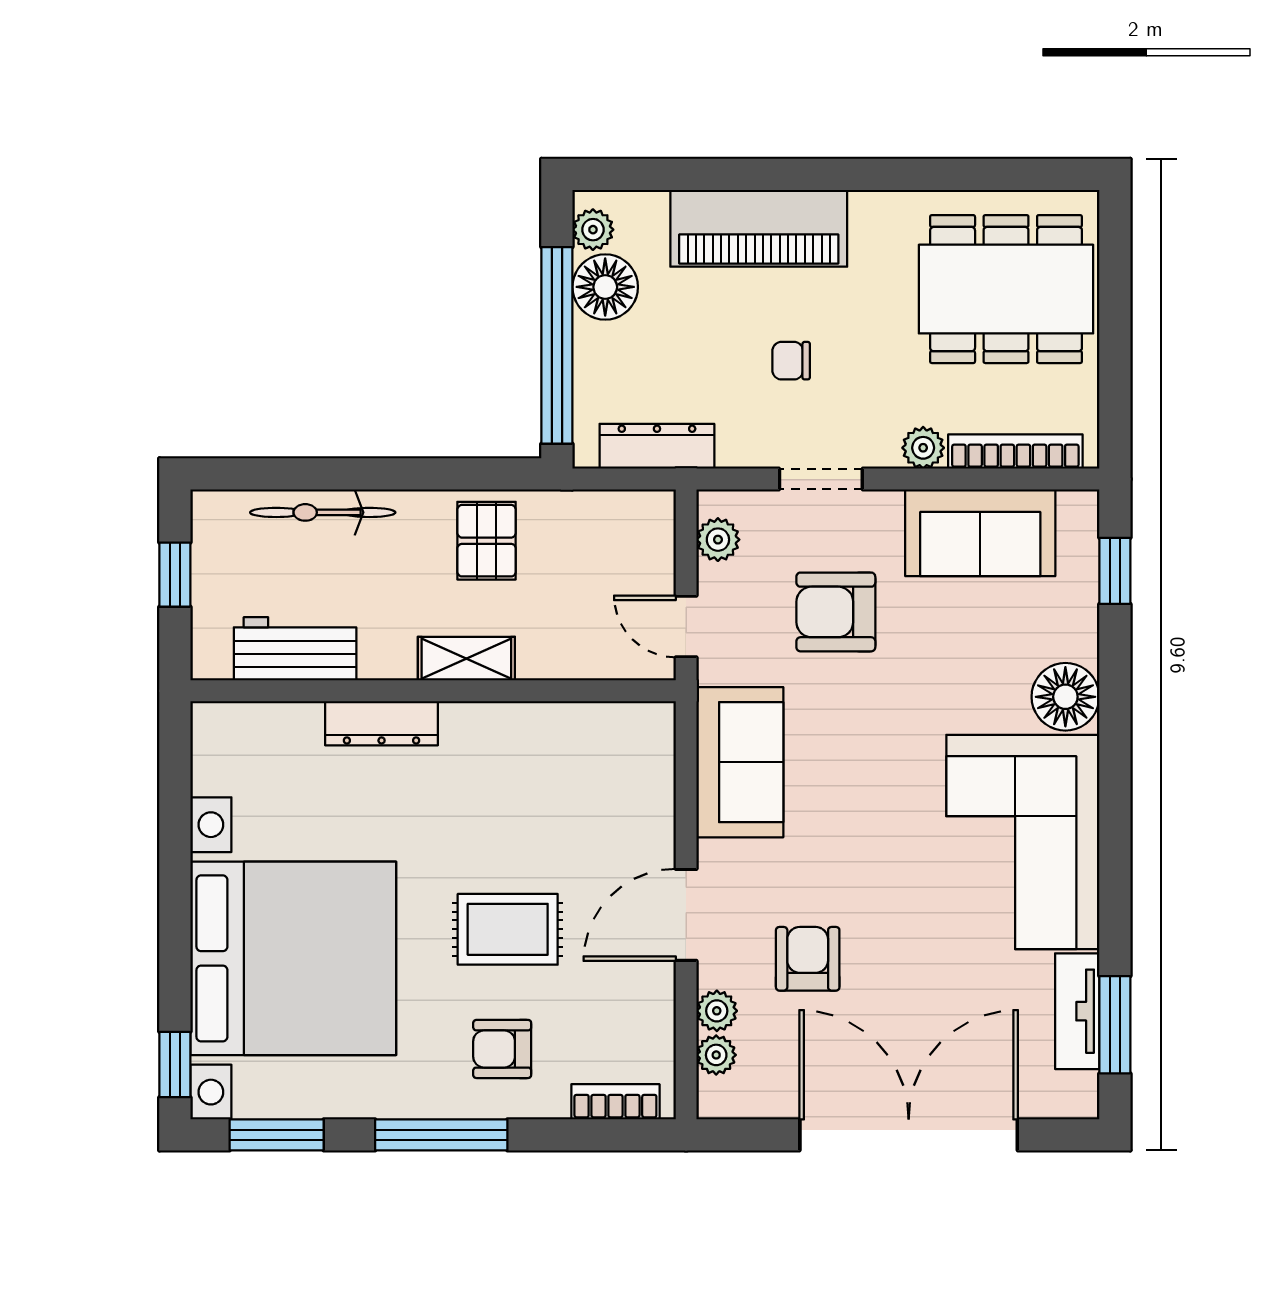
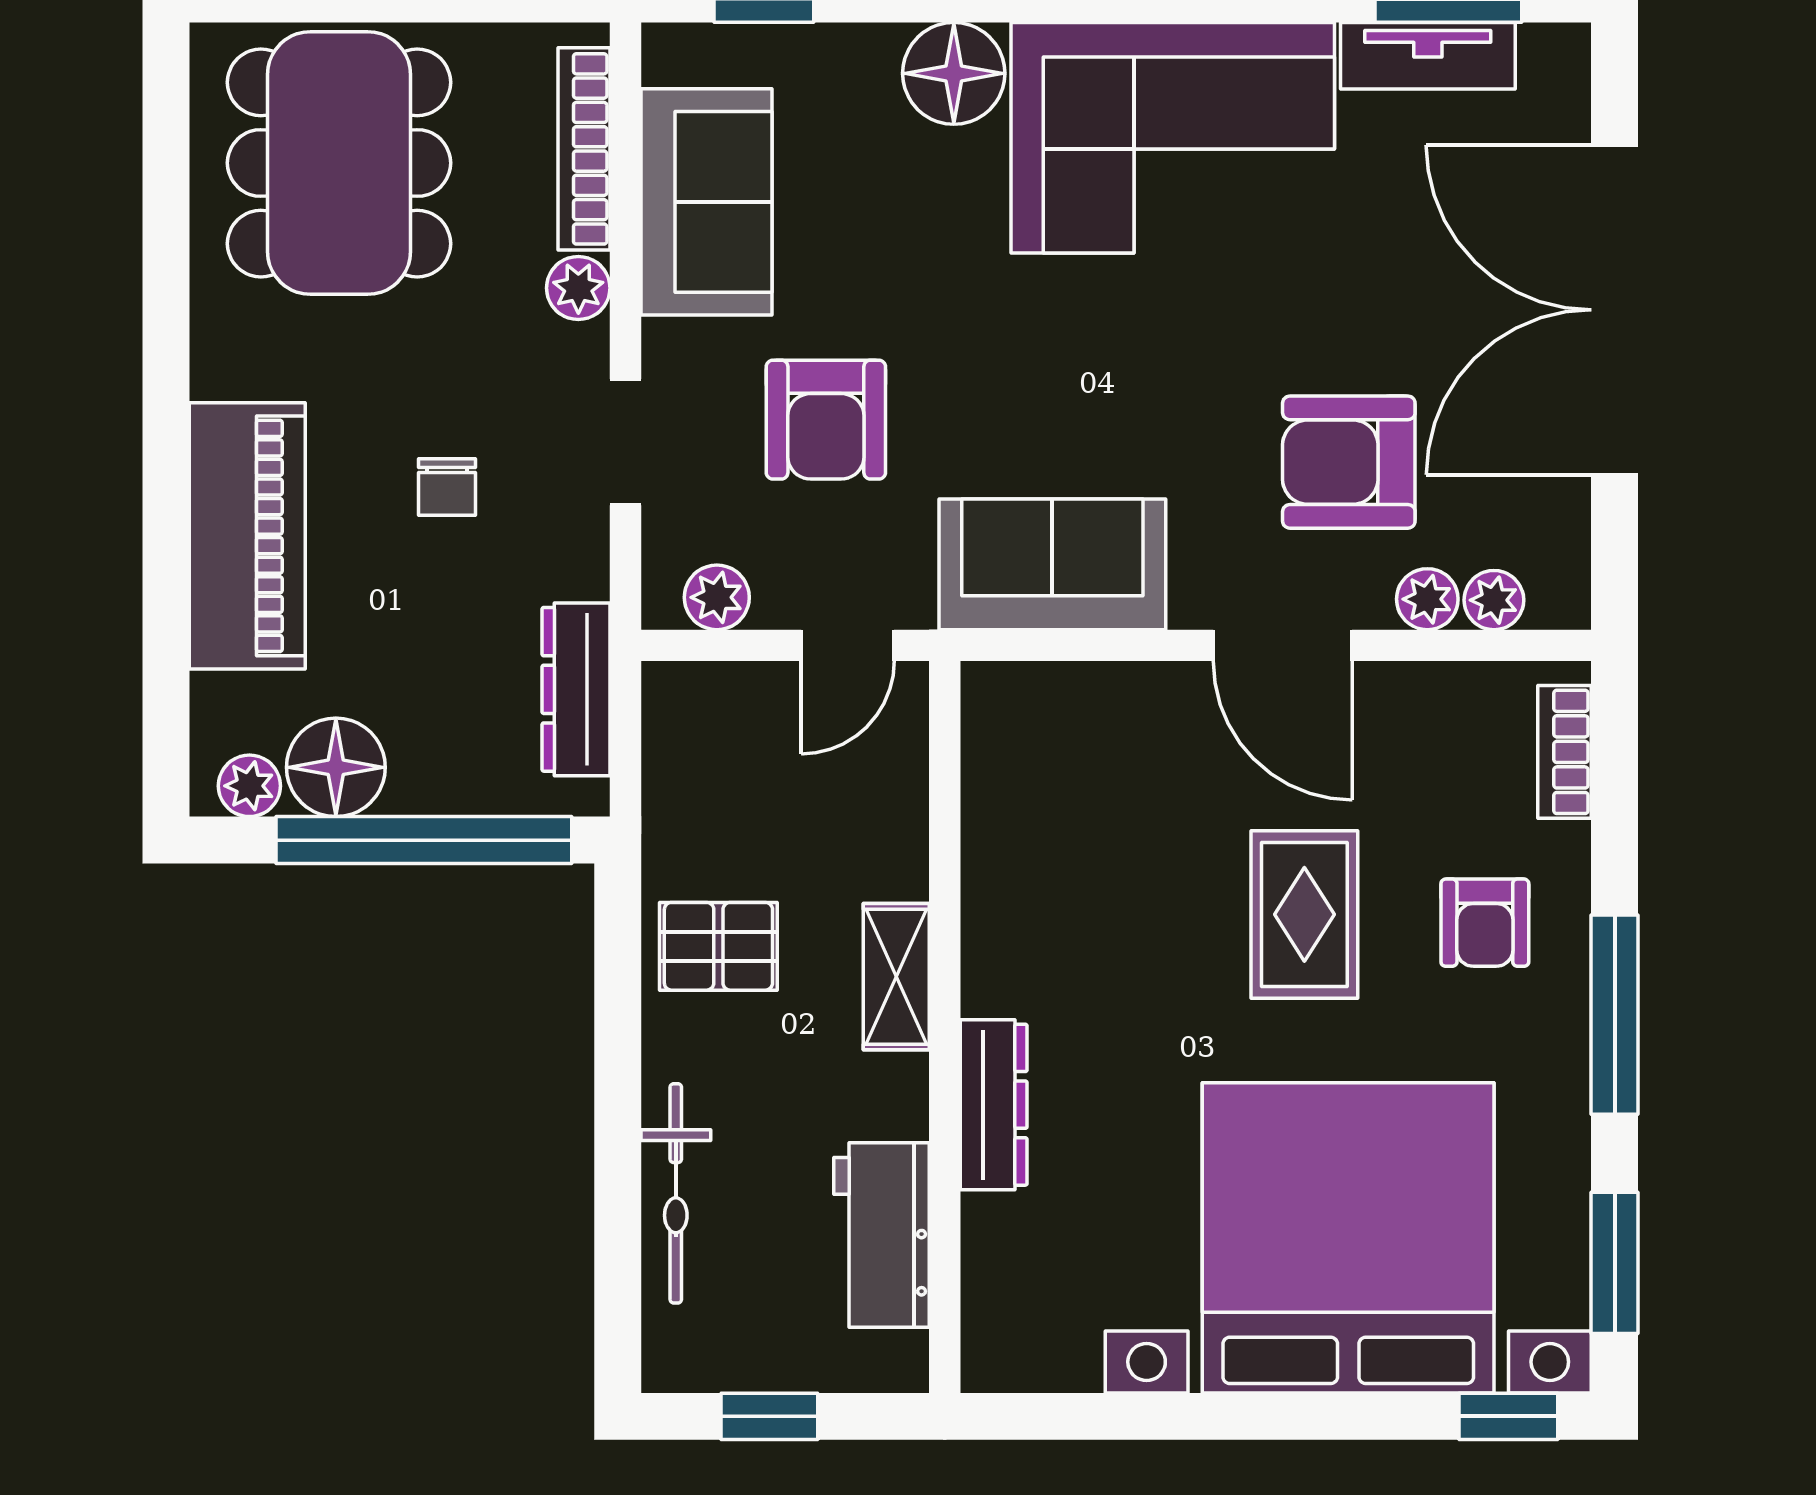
armchair: (808, 959) -> (1349, 462), width x1.38, depth x1.38

